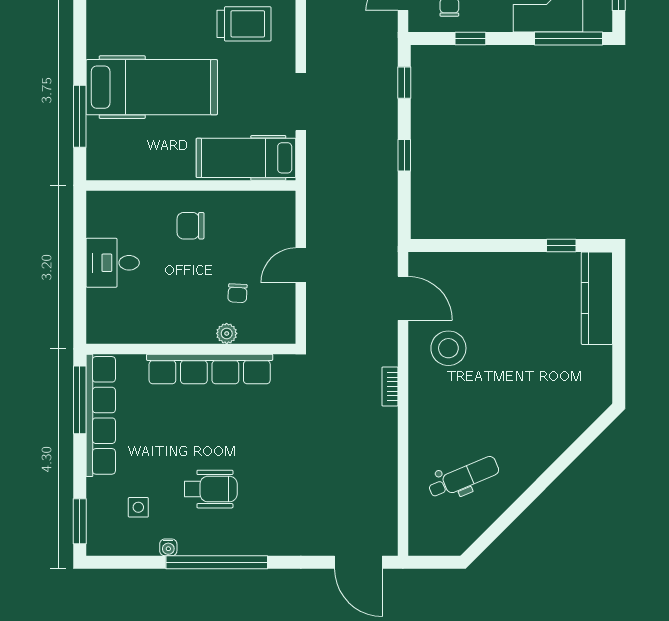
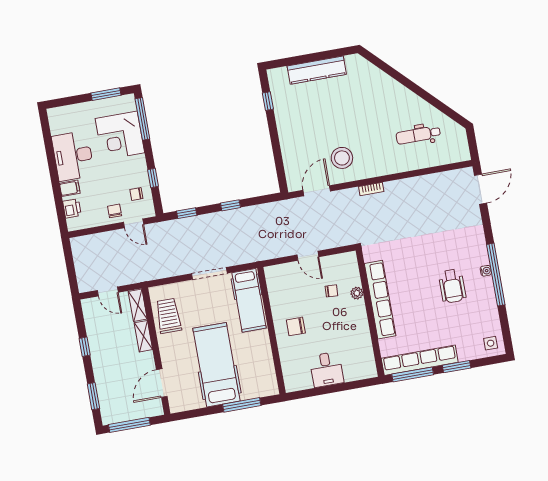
chair: (191, 226) -> (296, 326), turned 90
kitchen counter: (597, 298) -> (317, 70), moved
dental chair: (464, 478) -> (418, 135), turned -67
wheelchair: (211, 489) -> (452, 286), turned 180
side table: (138, 507) -> (491, 343), moved
window: (80, 521) -> (457, 367), moved
water cooler: (168, 547) -> (486, 271), moved

